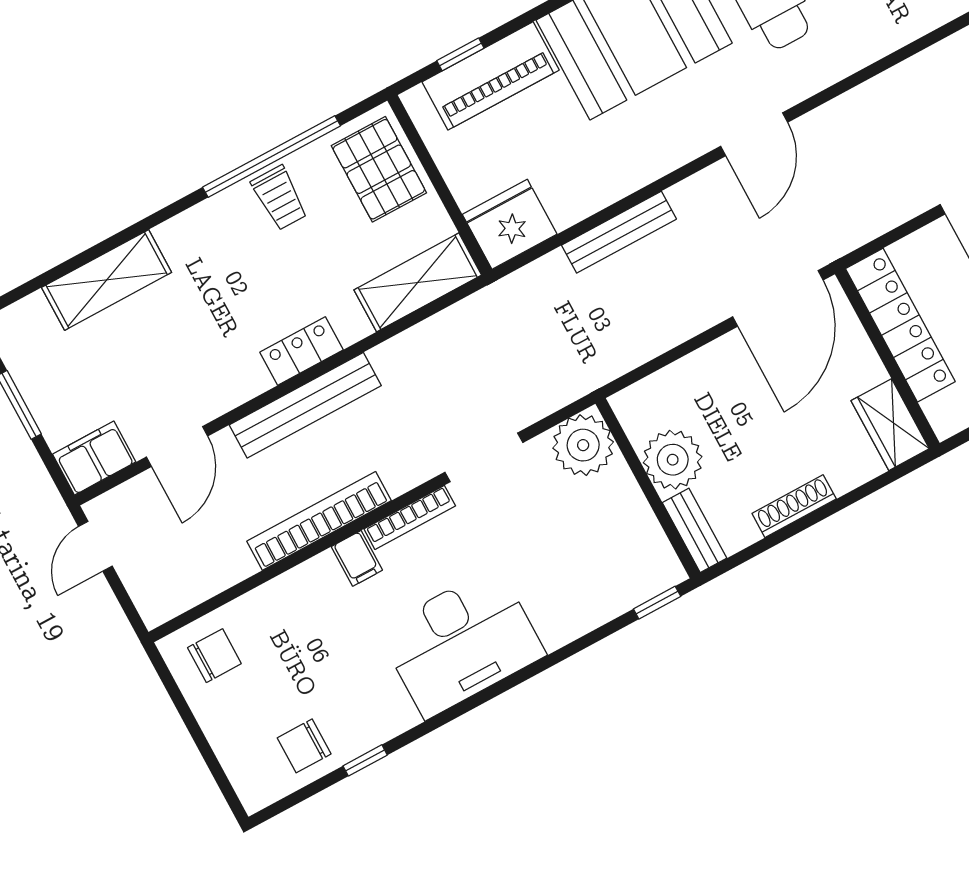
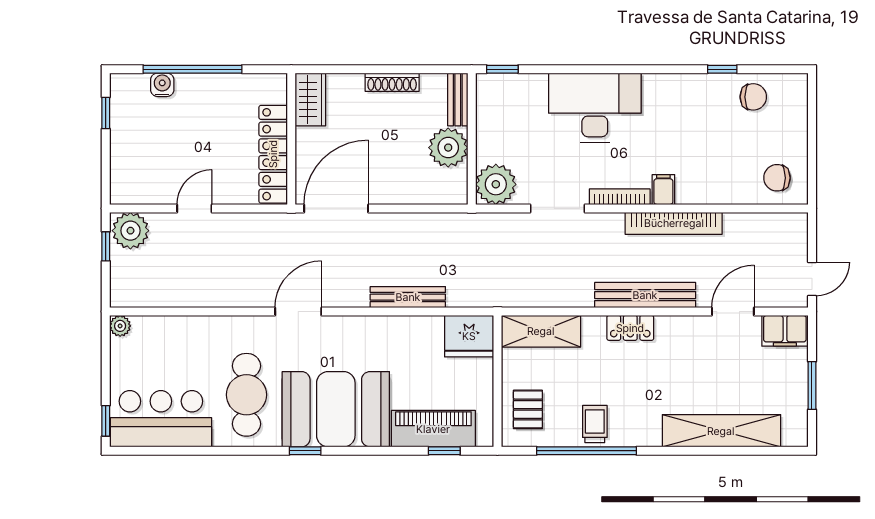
pallet: (379, 169) -> (528, 409), width x0.67, depth x0.71
shelving: (107, 280) -> (721, 431), width x1.47
desk: (461, 642) -> (595, 108), moved

